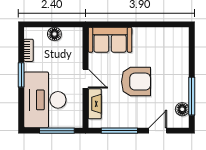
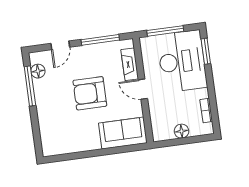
window: (21, 75) -> (206, 51), moved

